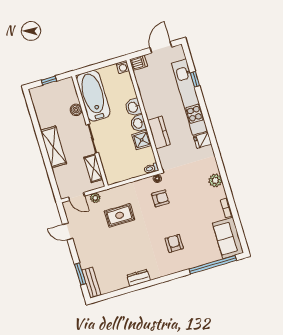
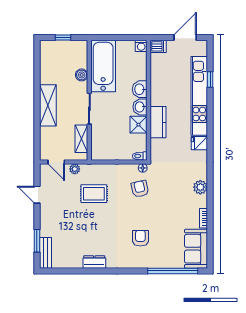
armchair: (160, 198) -> (140, 189), turned -103

